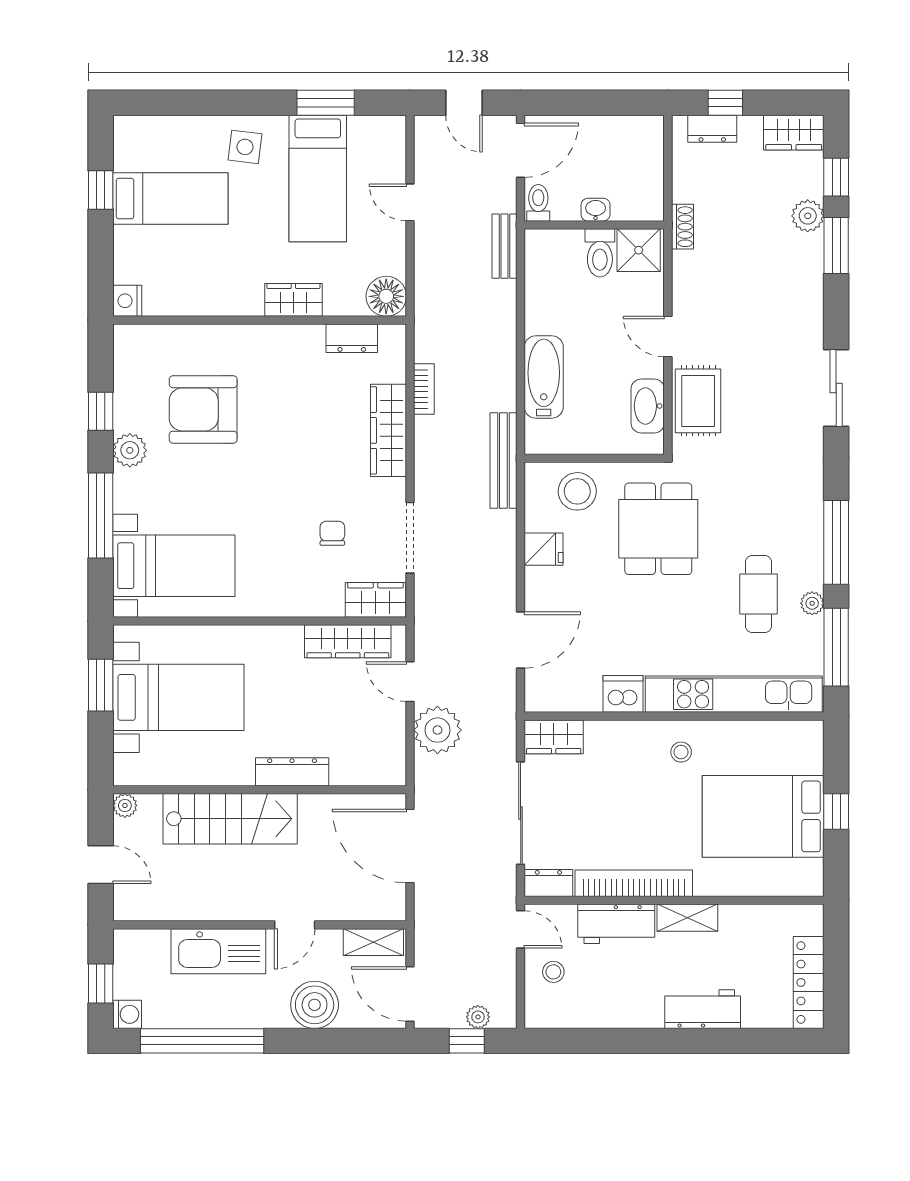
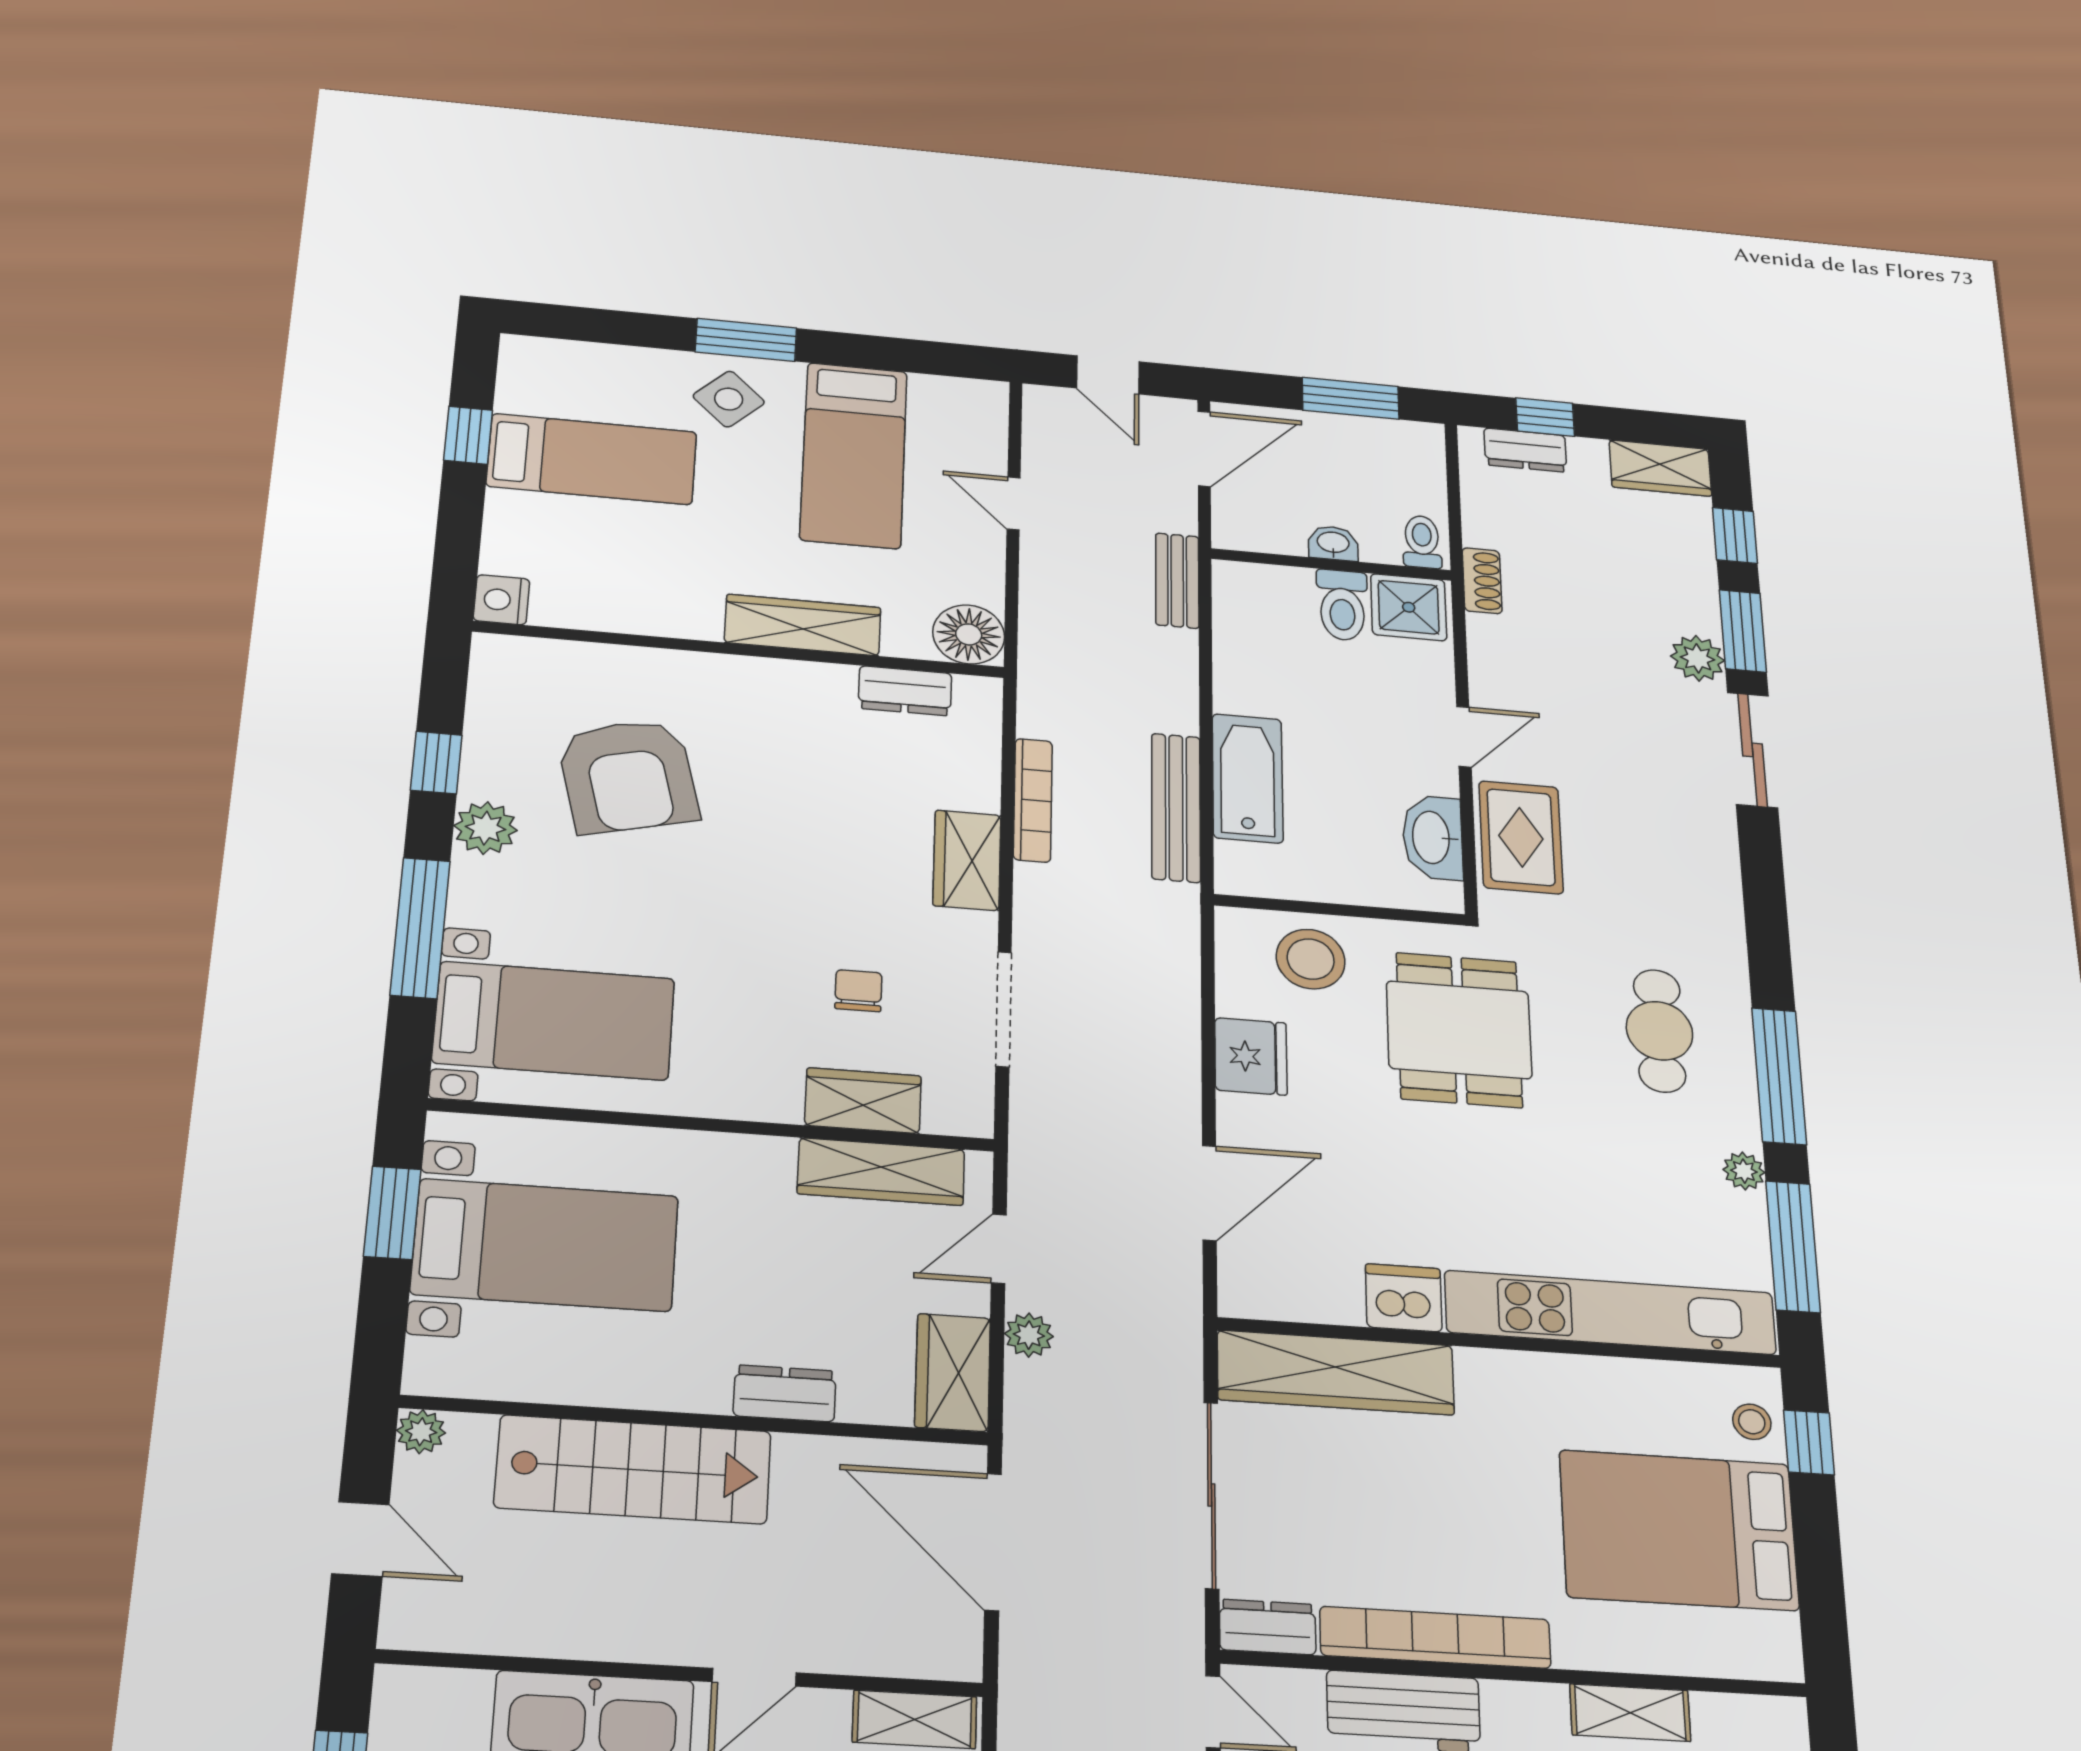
window: (326, 103) -> (746, 340), moved
window: (608, 103) -> (1351, 398), added
side table: (245, 147) -> (729, 399), turned 38
toilet: (538, 203) -> (1422, 542), moved
plant: (808, 216) -> (1698, 658), moved
wardrobe: (293, 300) -> (803, 625), width x1.50
door: (668, 337) -> (1464, 737), swing flipped
sliding door: (836, 388) -> (1752, 750), moved
bookcase: (424, 389) -> (1033, 800), width x1.56
armchair: (203, 409) -> (628, 776), turned -104
wardrobe: (388, 430) -> (967, 860), width x0.67
bench: (503, 460) -> (1176, 808), moved
fridge: (544, 549) -> (1251, 1056), width x1.38
cafe table: (758, 594) -> (1659, 1031), moved
wardrobe: (375, 600) -> (863, 1101), moved
door: (410, 682) -> (999, 1249), hinge flipped
plant: (437, 730) -> (1029, 1335), width x0.53, depth x0.53
wardrobe: (554, 737) -> (1336, 1373), width x2.10, depth x1.17
stool: (681, 752) -> (1752, 1422), moved
wardrobe: (388, 754) -> (953, 1372), added
dresser: (292, 772) -> (785, 1393), width x0.70
window: (836, 812) -> (1809, 1442), moved
shelving: (687, 918) -> (1630, 1713), moved

